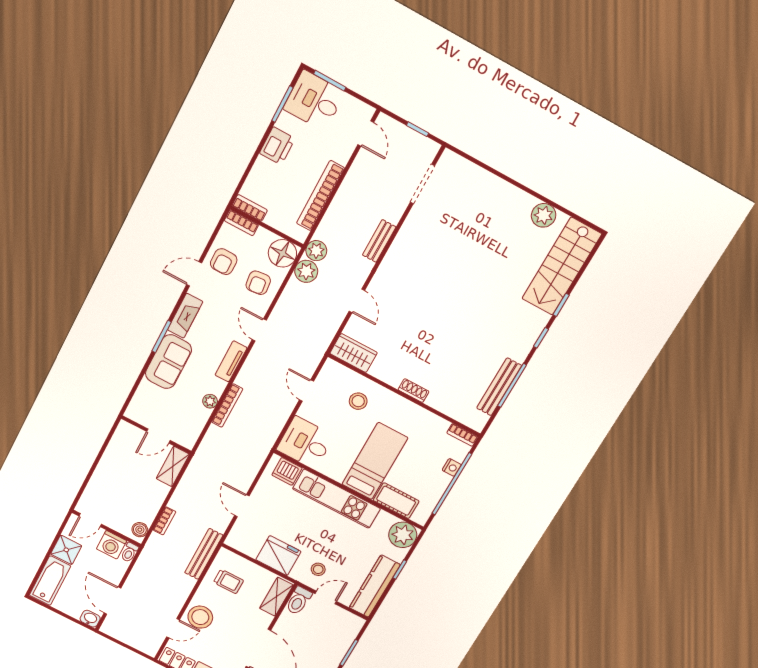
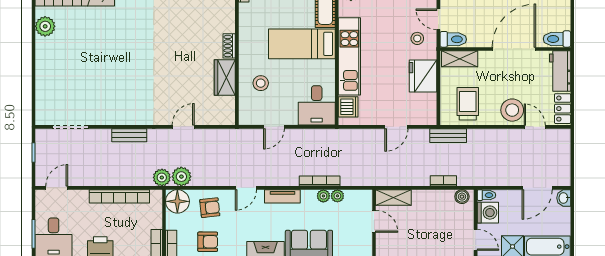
wardrobe: (354, 353) -> (225, 77), moved
plant: (203, 415) -> (337, 196), added
bench: (204, 554) -> (448, 136), width x0.73
trolley: (228, 581) -> (468, 104), width x1.36, depth x1.39

